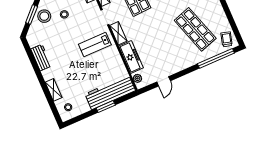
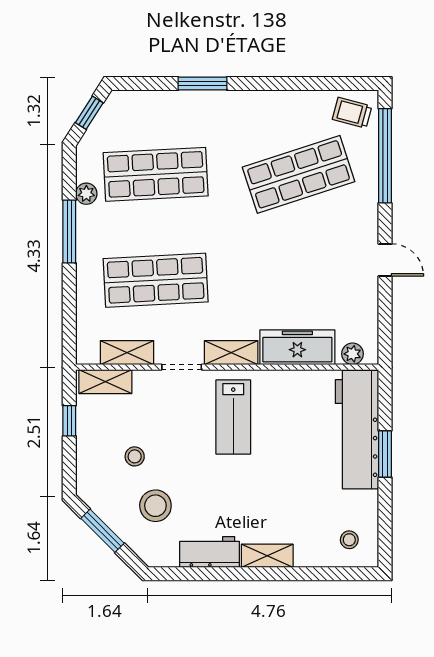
stool: (44, 16) -> (155, 506), moved
door: (164, 81) -> (385, 260), moved
shelving: (54, 90) -> (267, 556), moved

